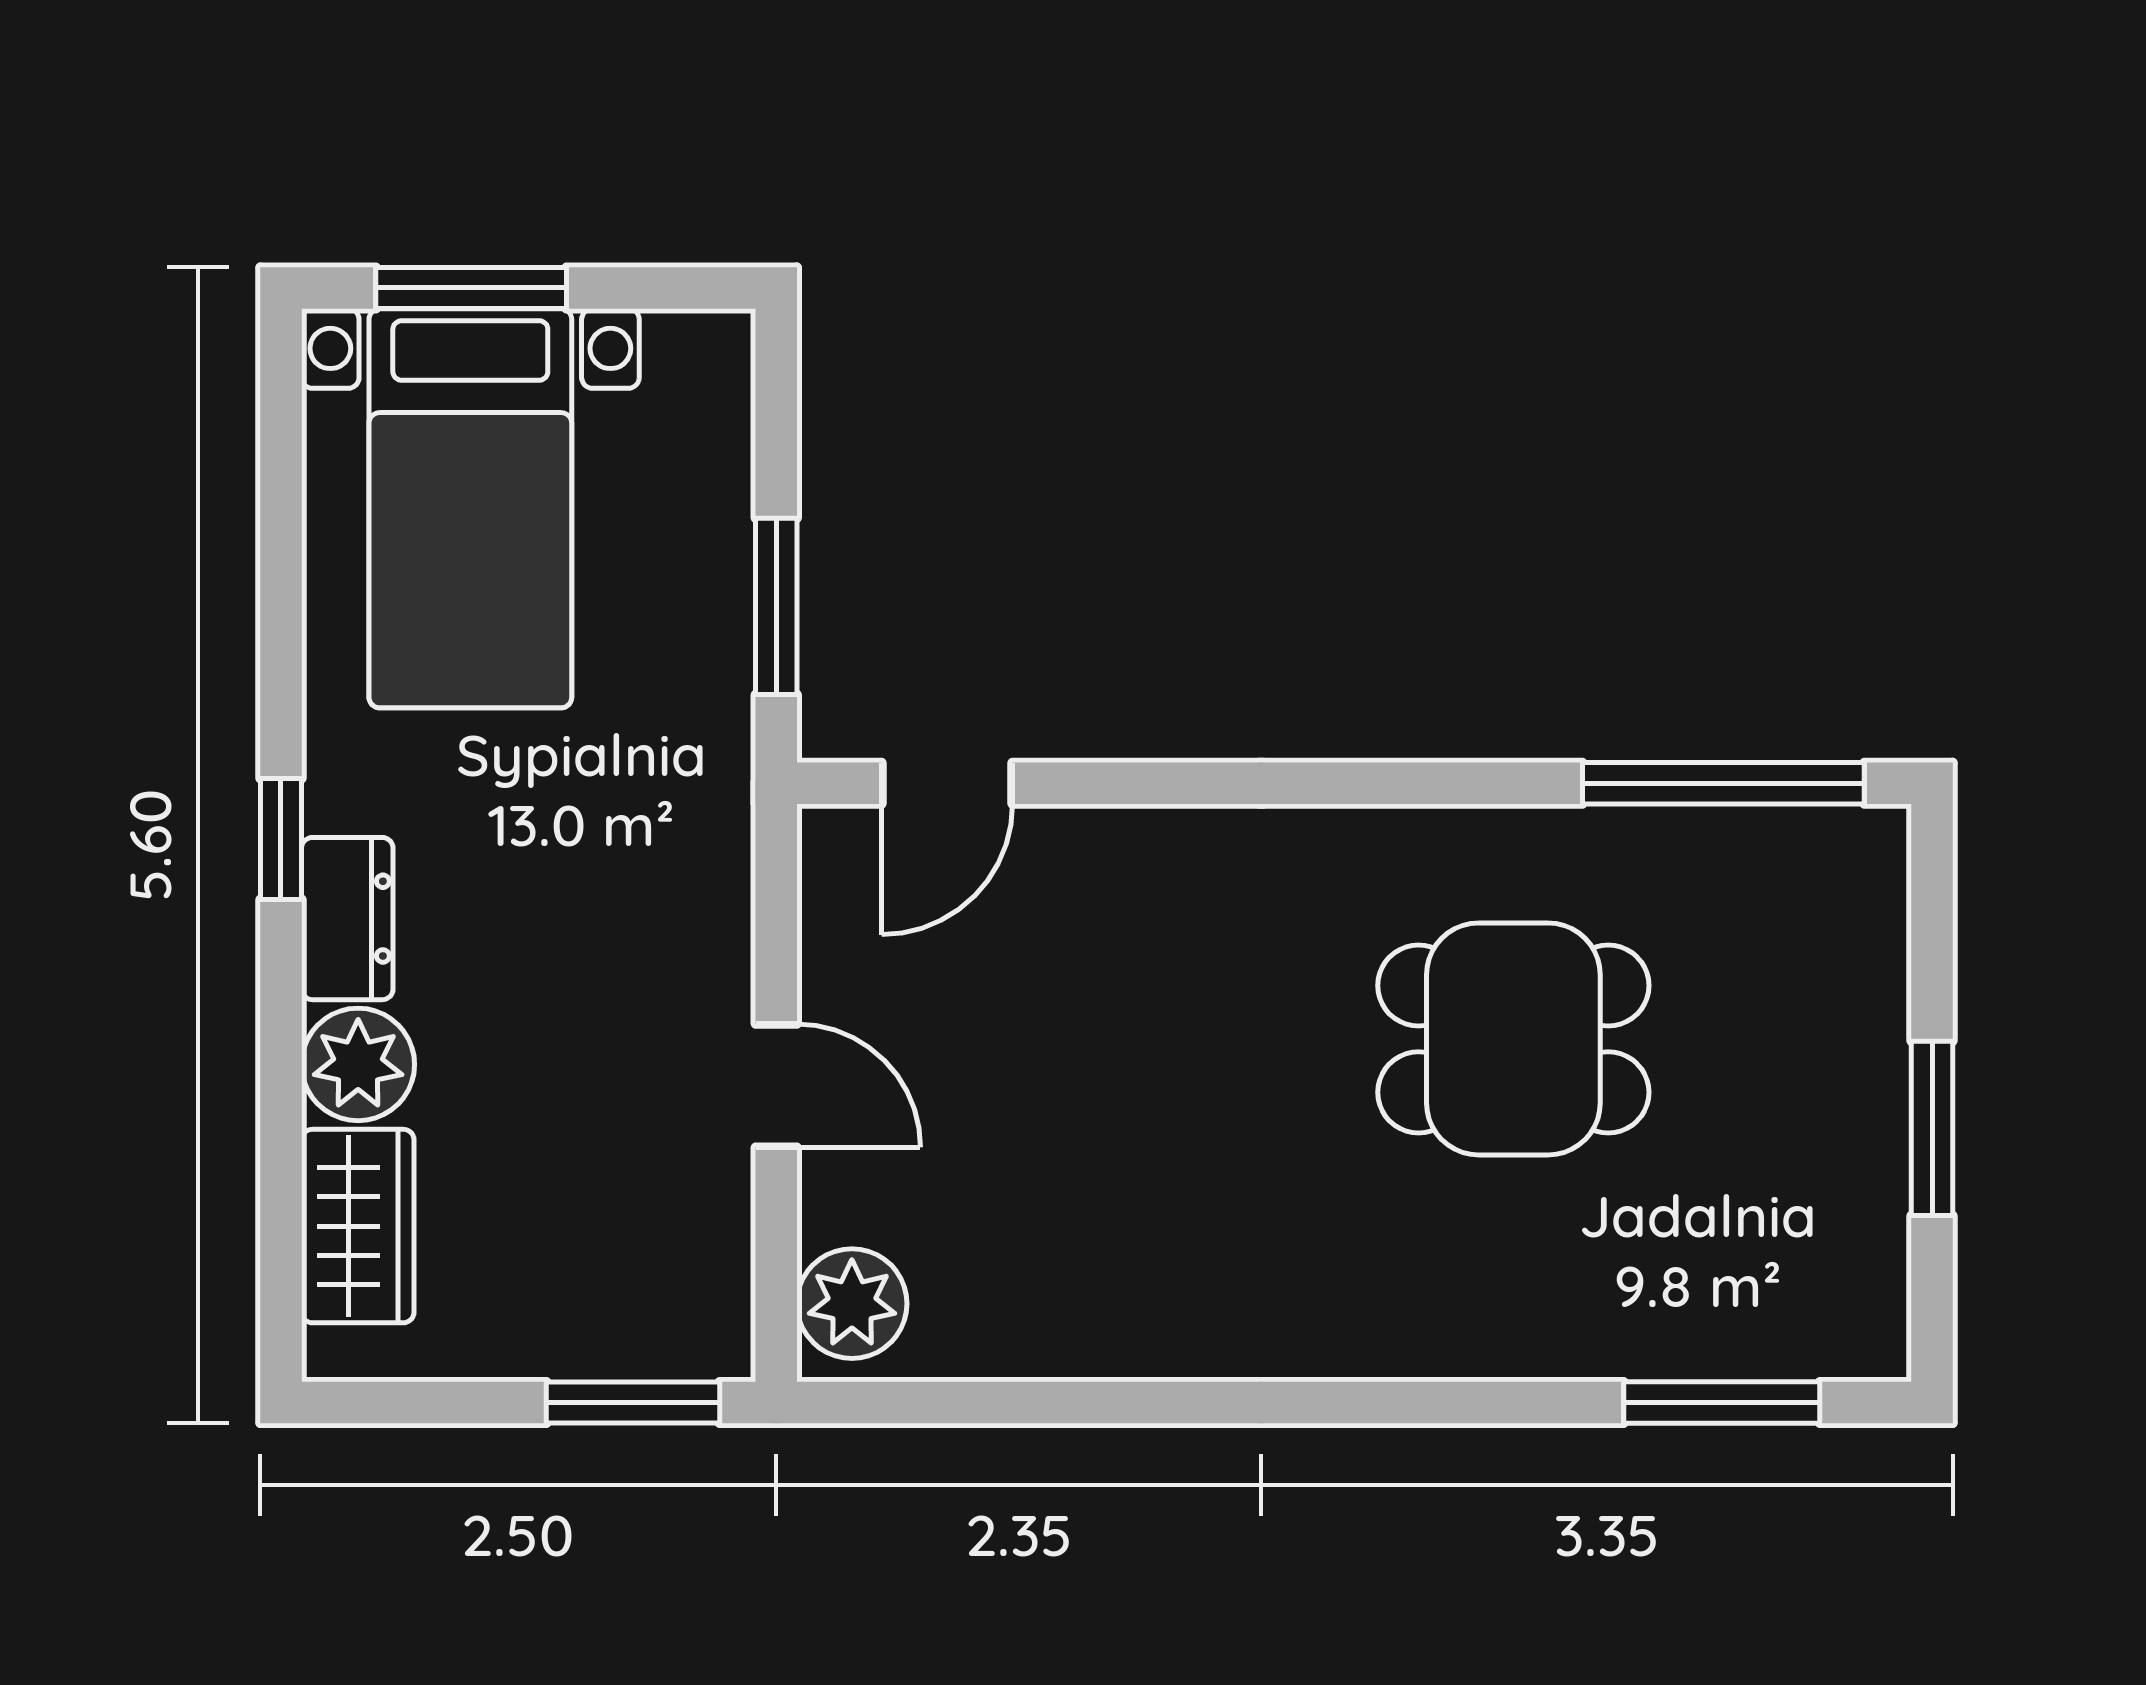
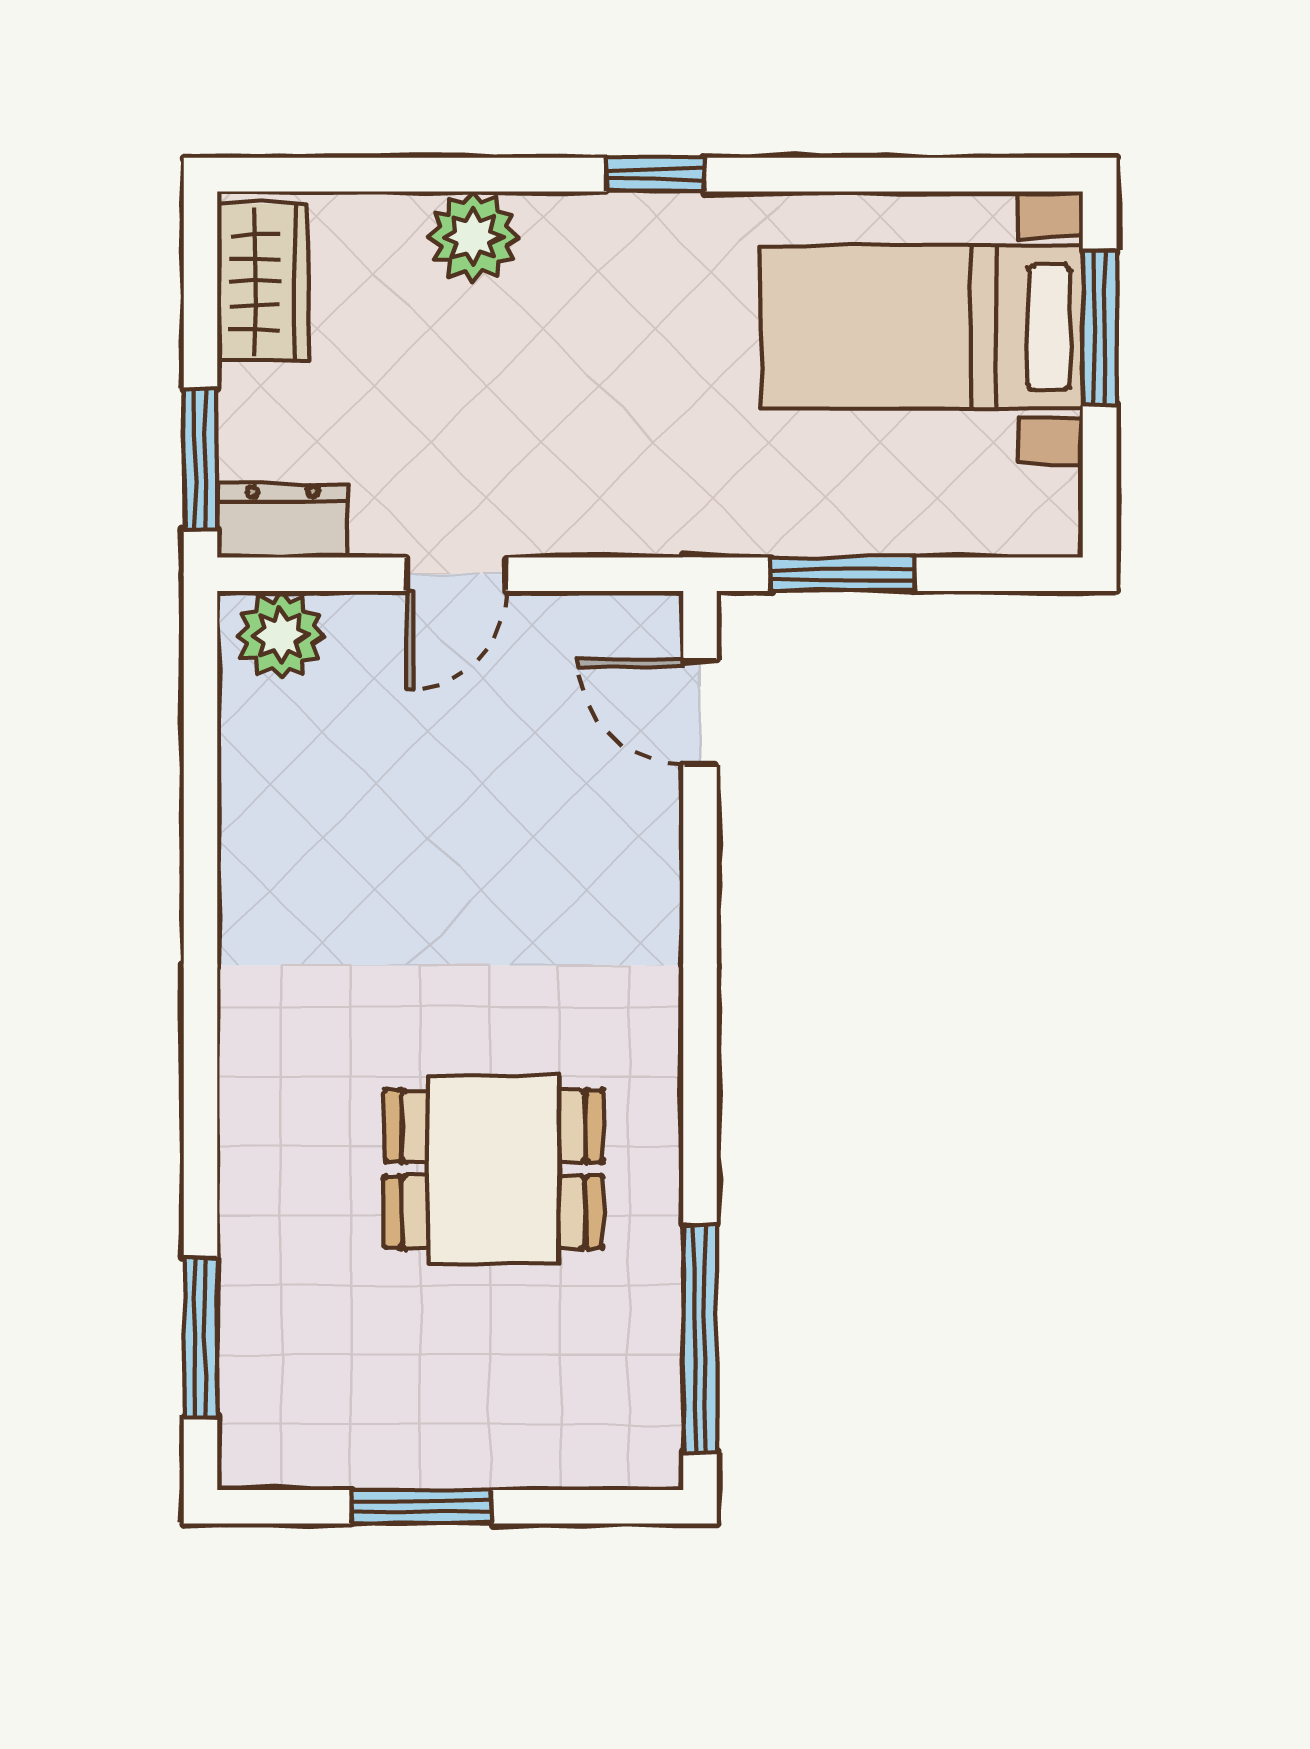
dresser: (347, 919) -> (283, 521), moved, turned 180
dining table: (1513, 1039) -> (494, 1169), turned 90
wardrobe: (358, 1226) -> (262, 282), moved, turned -90

